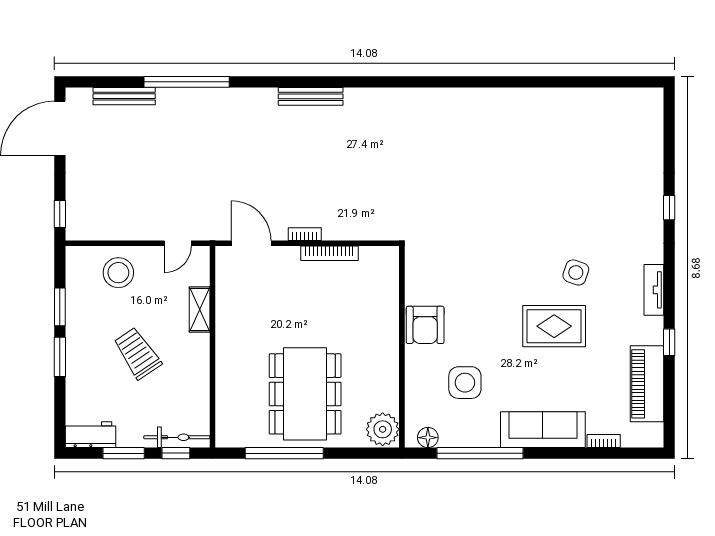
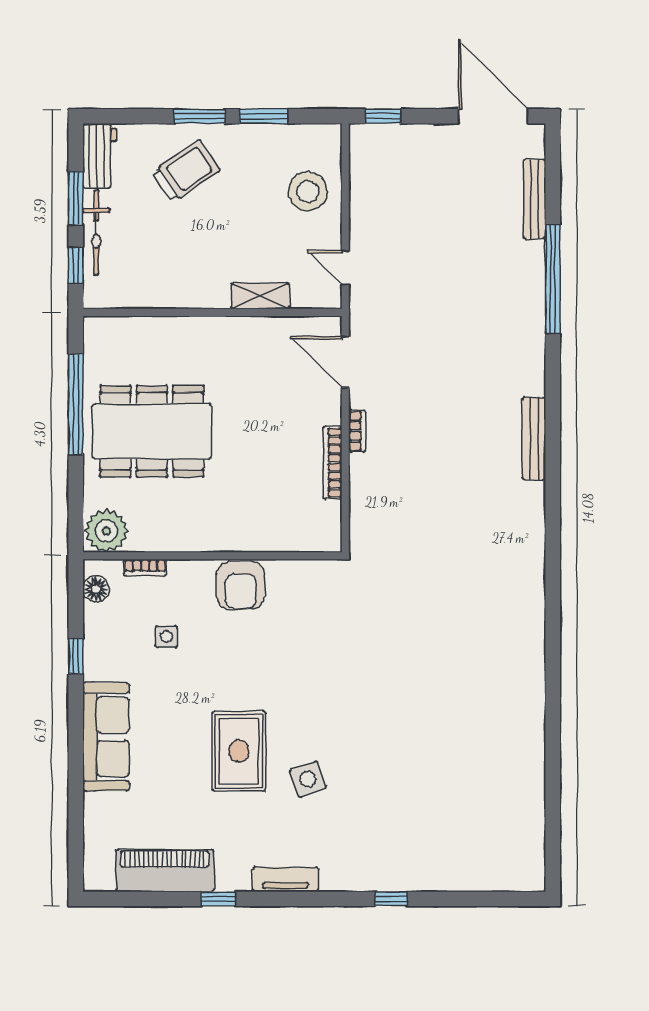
door: (251, 243) -> (345, 362), swing flipped
side table: (576, 272) -> (308, 779), turned -38
armchair: (425, 325) -> (241, 585), turned -90
trolley: (137, 353) -> (186, 171), moved
side table: (465, 383) -> (166, 637), width x0.54, depth x0.54
bicycle: (177, 437) -> (96, 233), moved
bookcase: (604, 441) -> (145, 568), moved, turned 90
window: (480, 453) -> (76, 656), width x0.32

